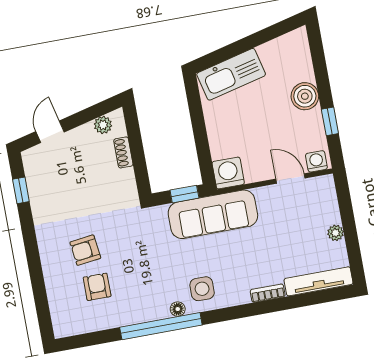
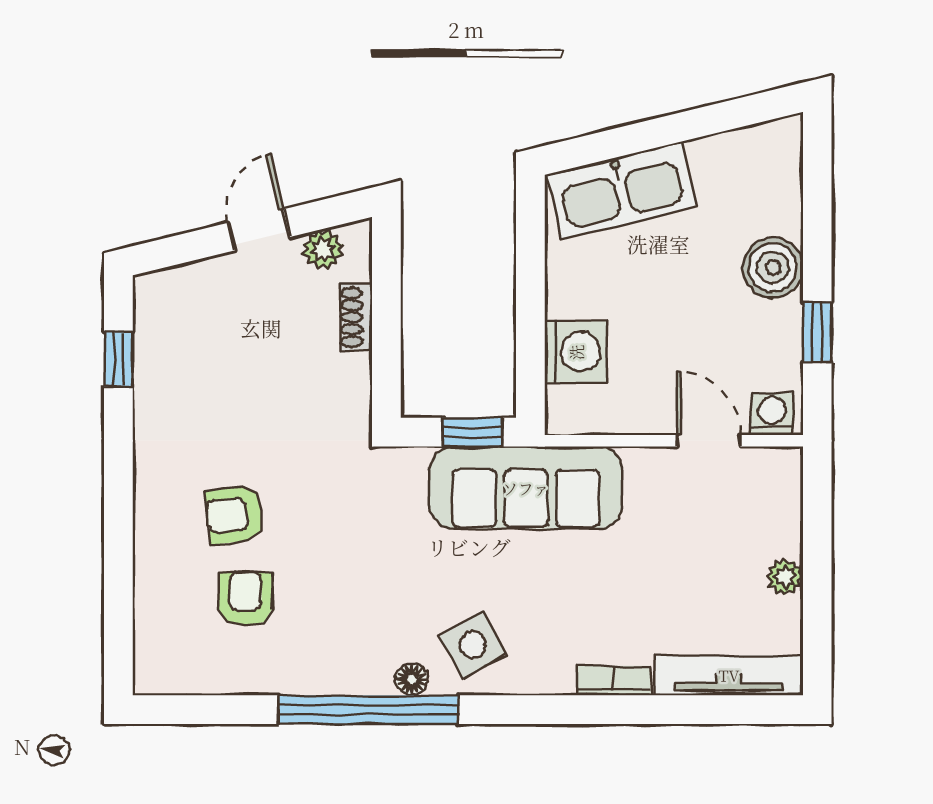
door: (50, 132) -> (259, 230), moved
washing machine: (228, 173) -> (576, 352), moved, turned 90
side table: (202, 289) -> (473, 645), turned -30

